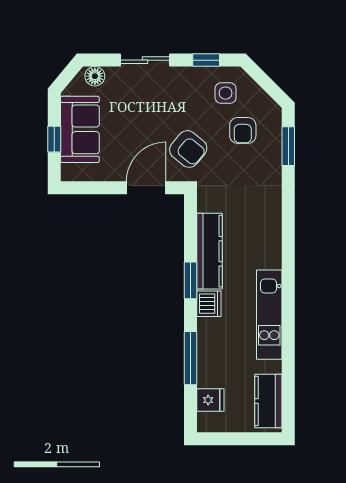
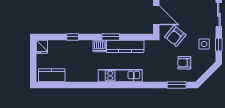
side table: (226, 93) -> (204, 44), moved
kitchen unit: (269, 315) -> (120, 76), moved
window: (190, 358) -> (73, 37), width x0.46
fridge: (210, 400) -> (42, 47), moved

